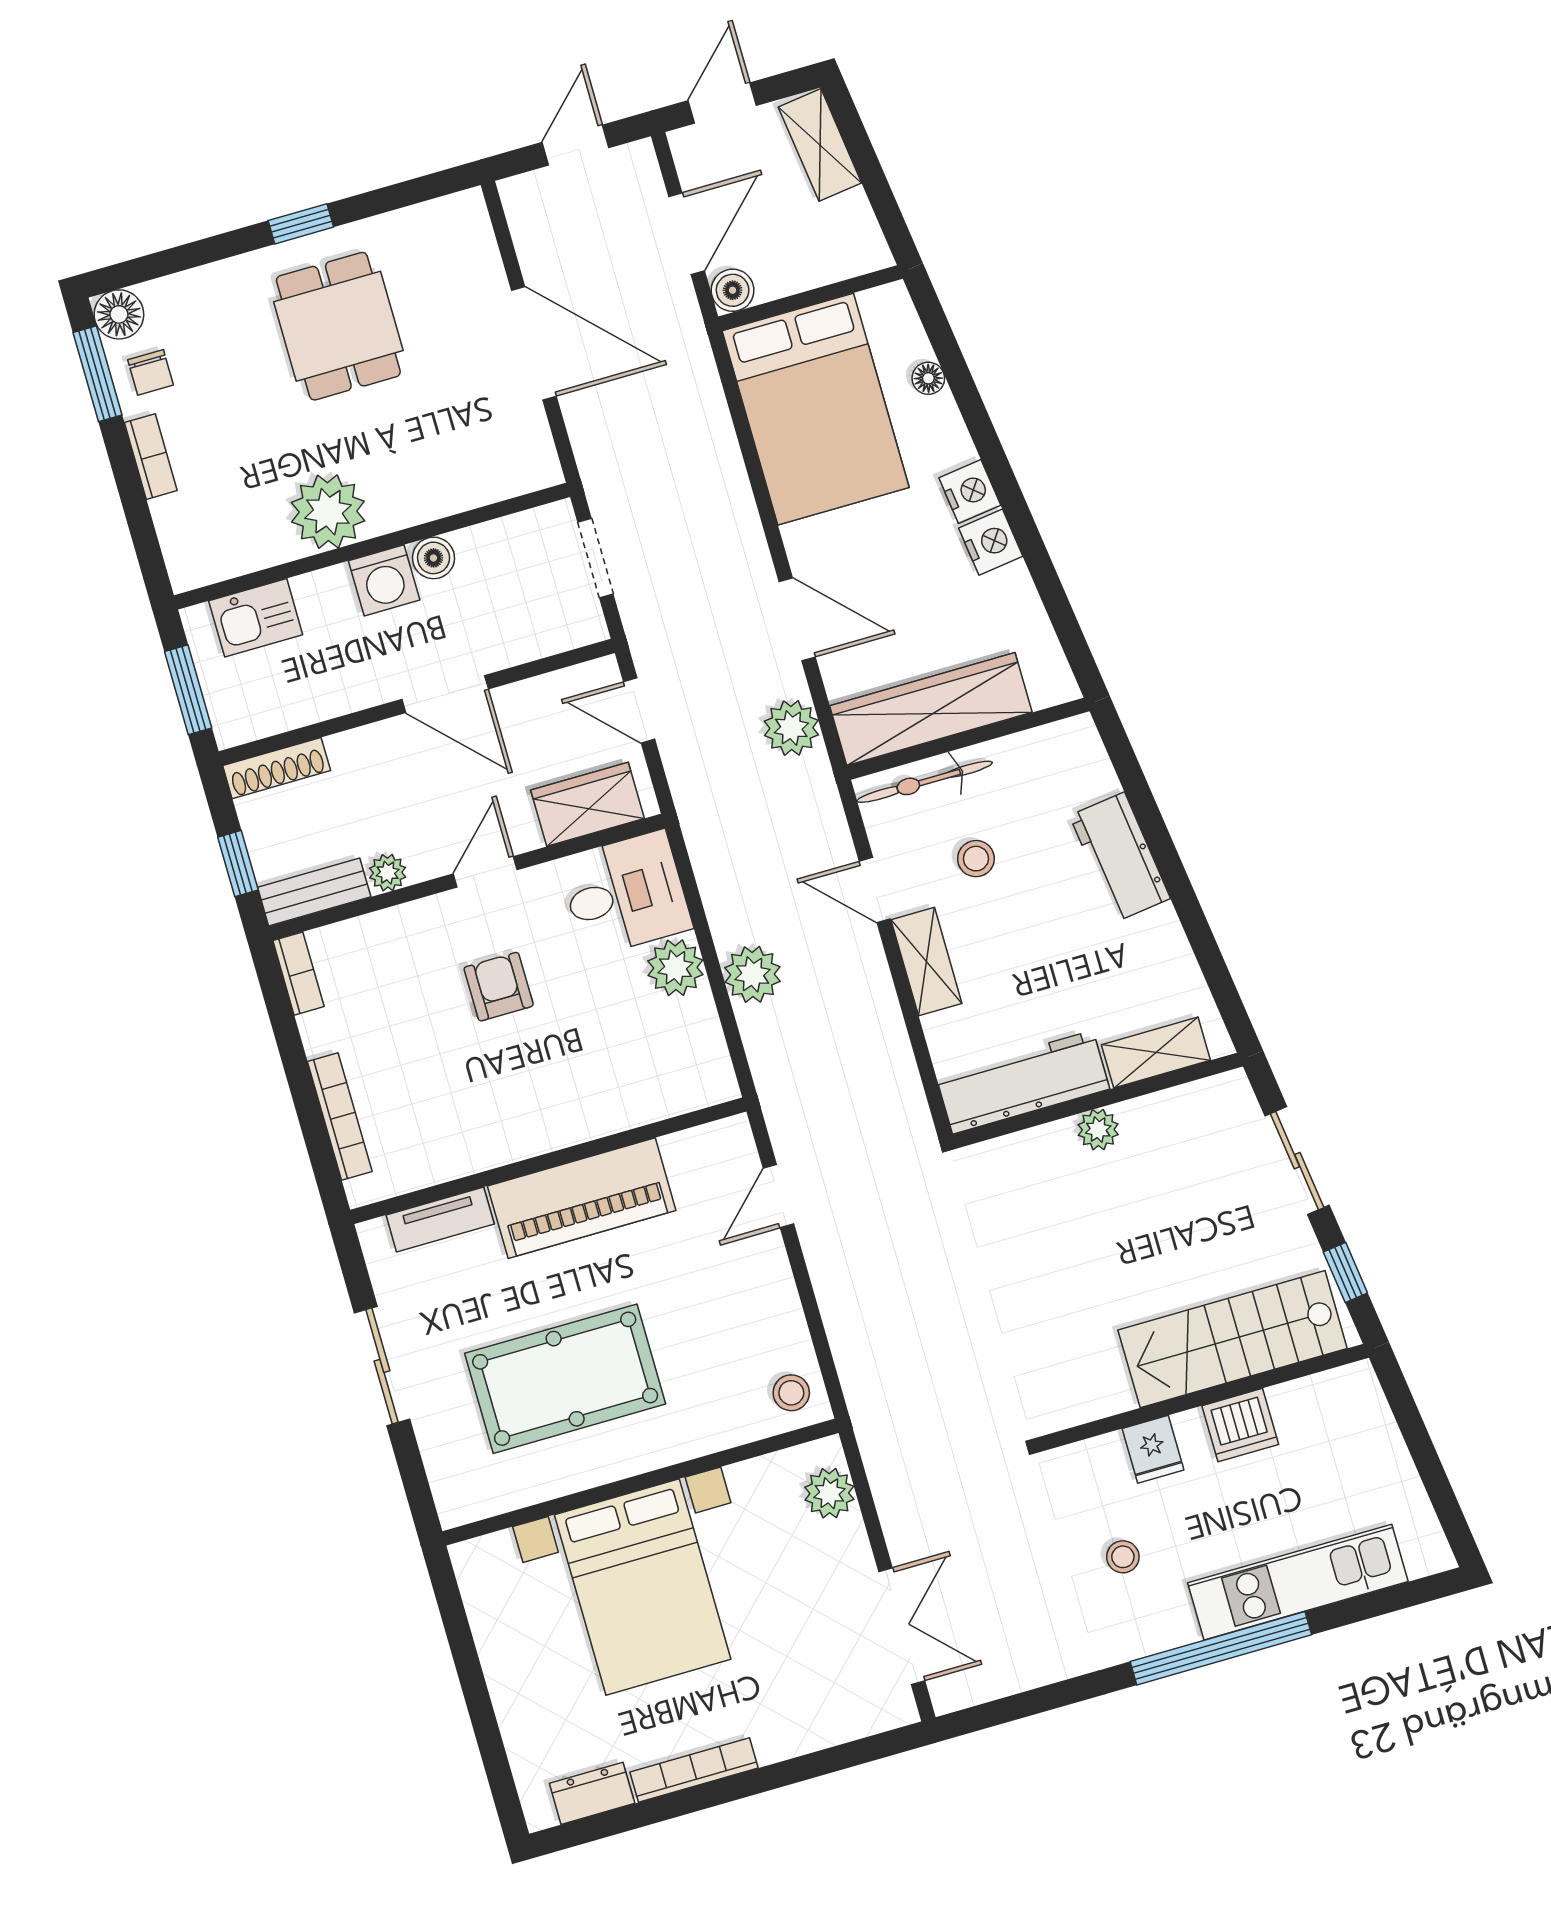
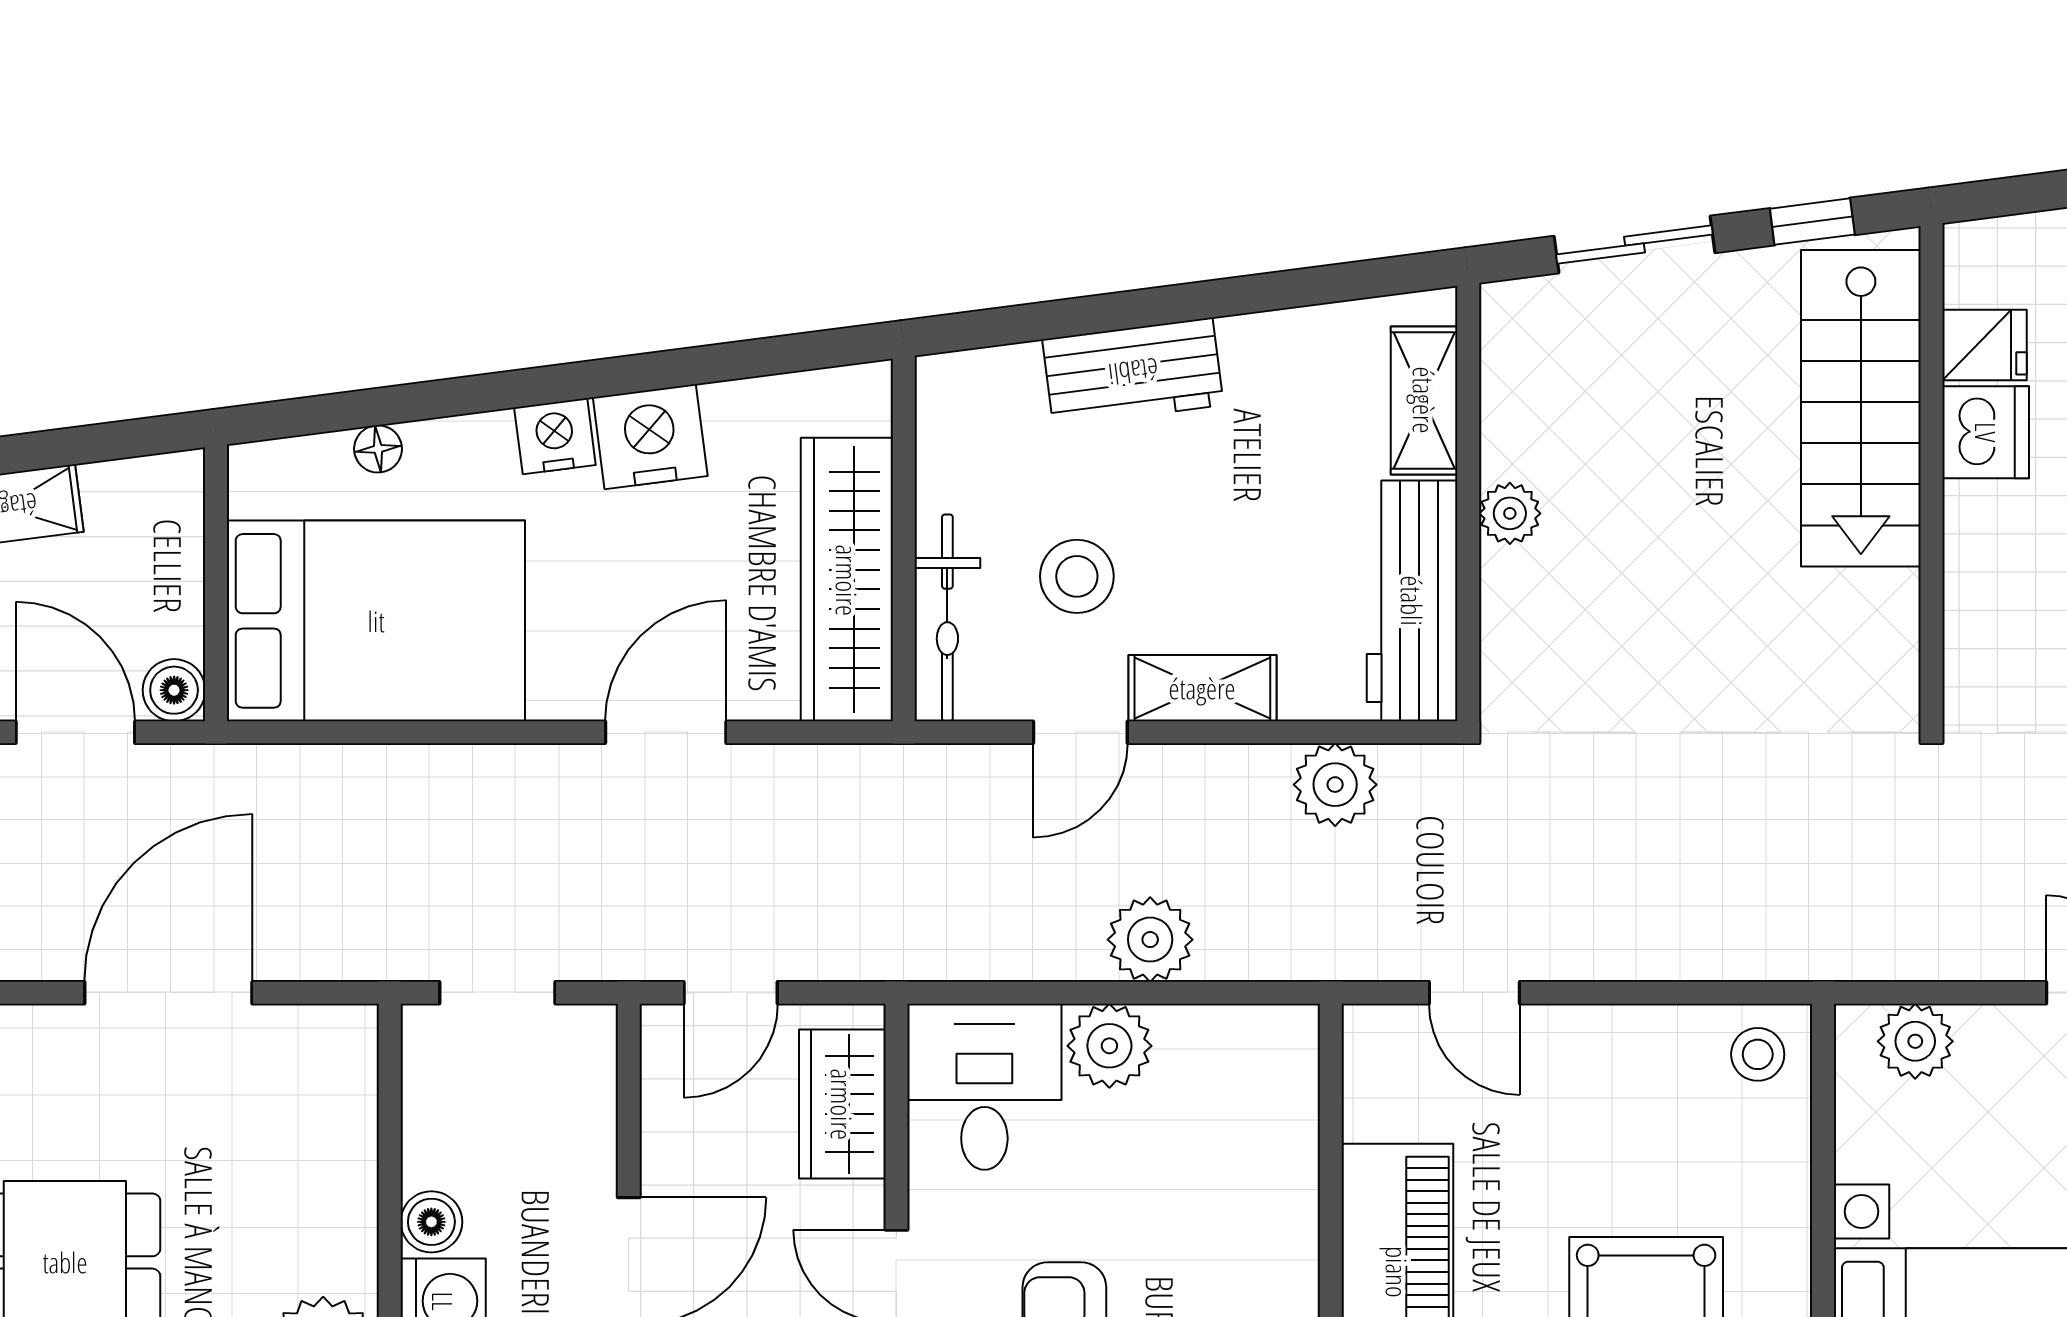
nightstand: (991, 542) -> (650, 437), width x1.36, depth x1.33
plant: (791, 728) -> (1335, 785), moved
stool: (976, 859) -> (1077, 576), width x1.37, depth x1.37
fridge: (1153, 1449) -> (1984, 345), moved

